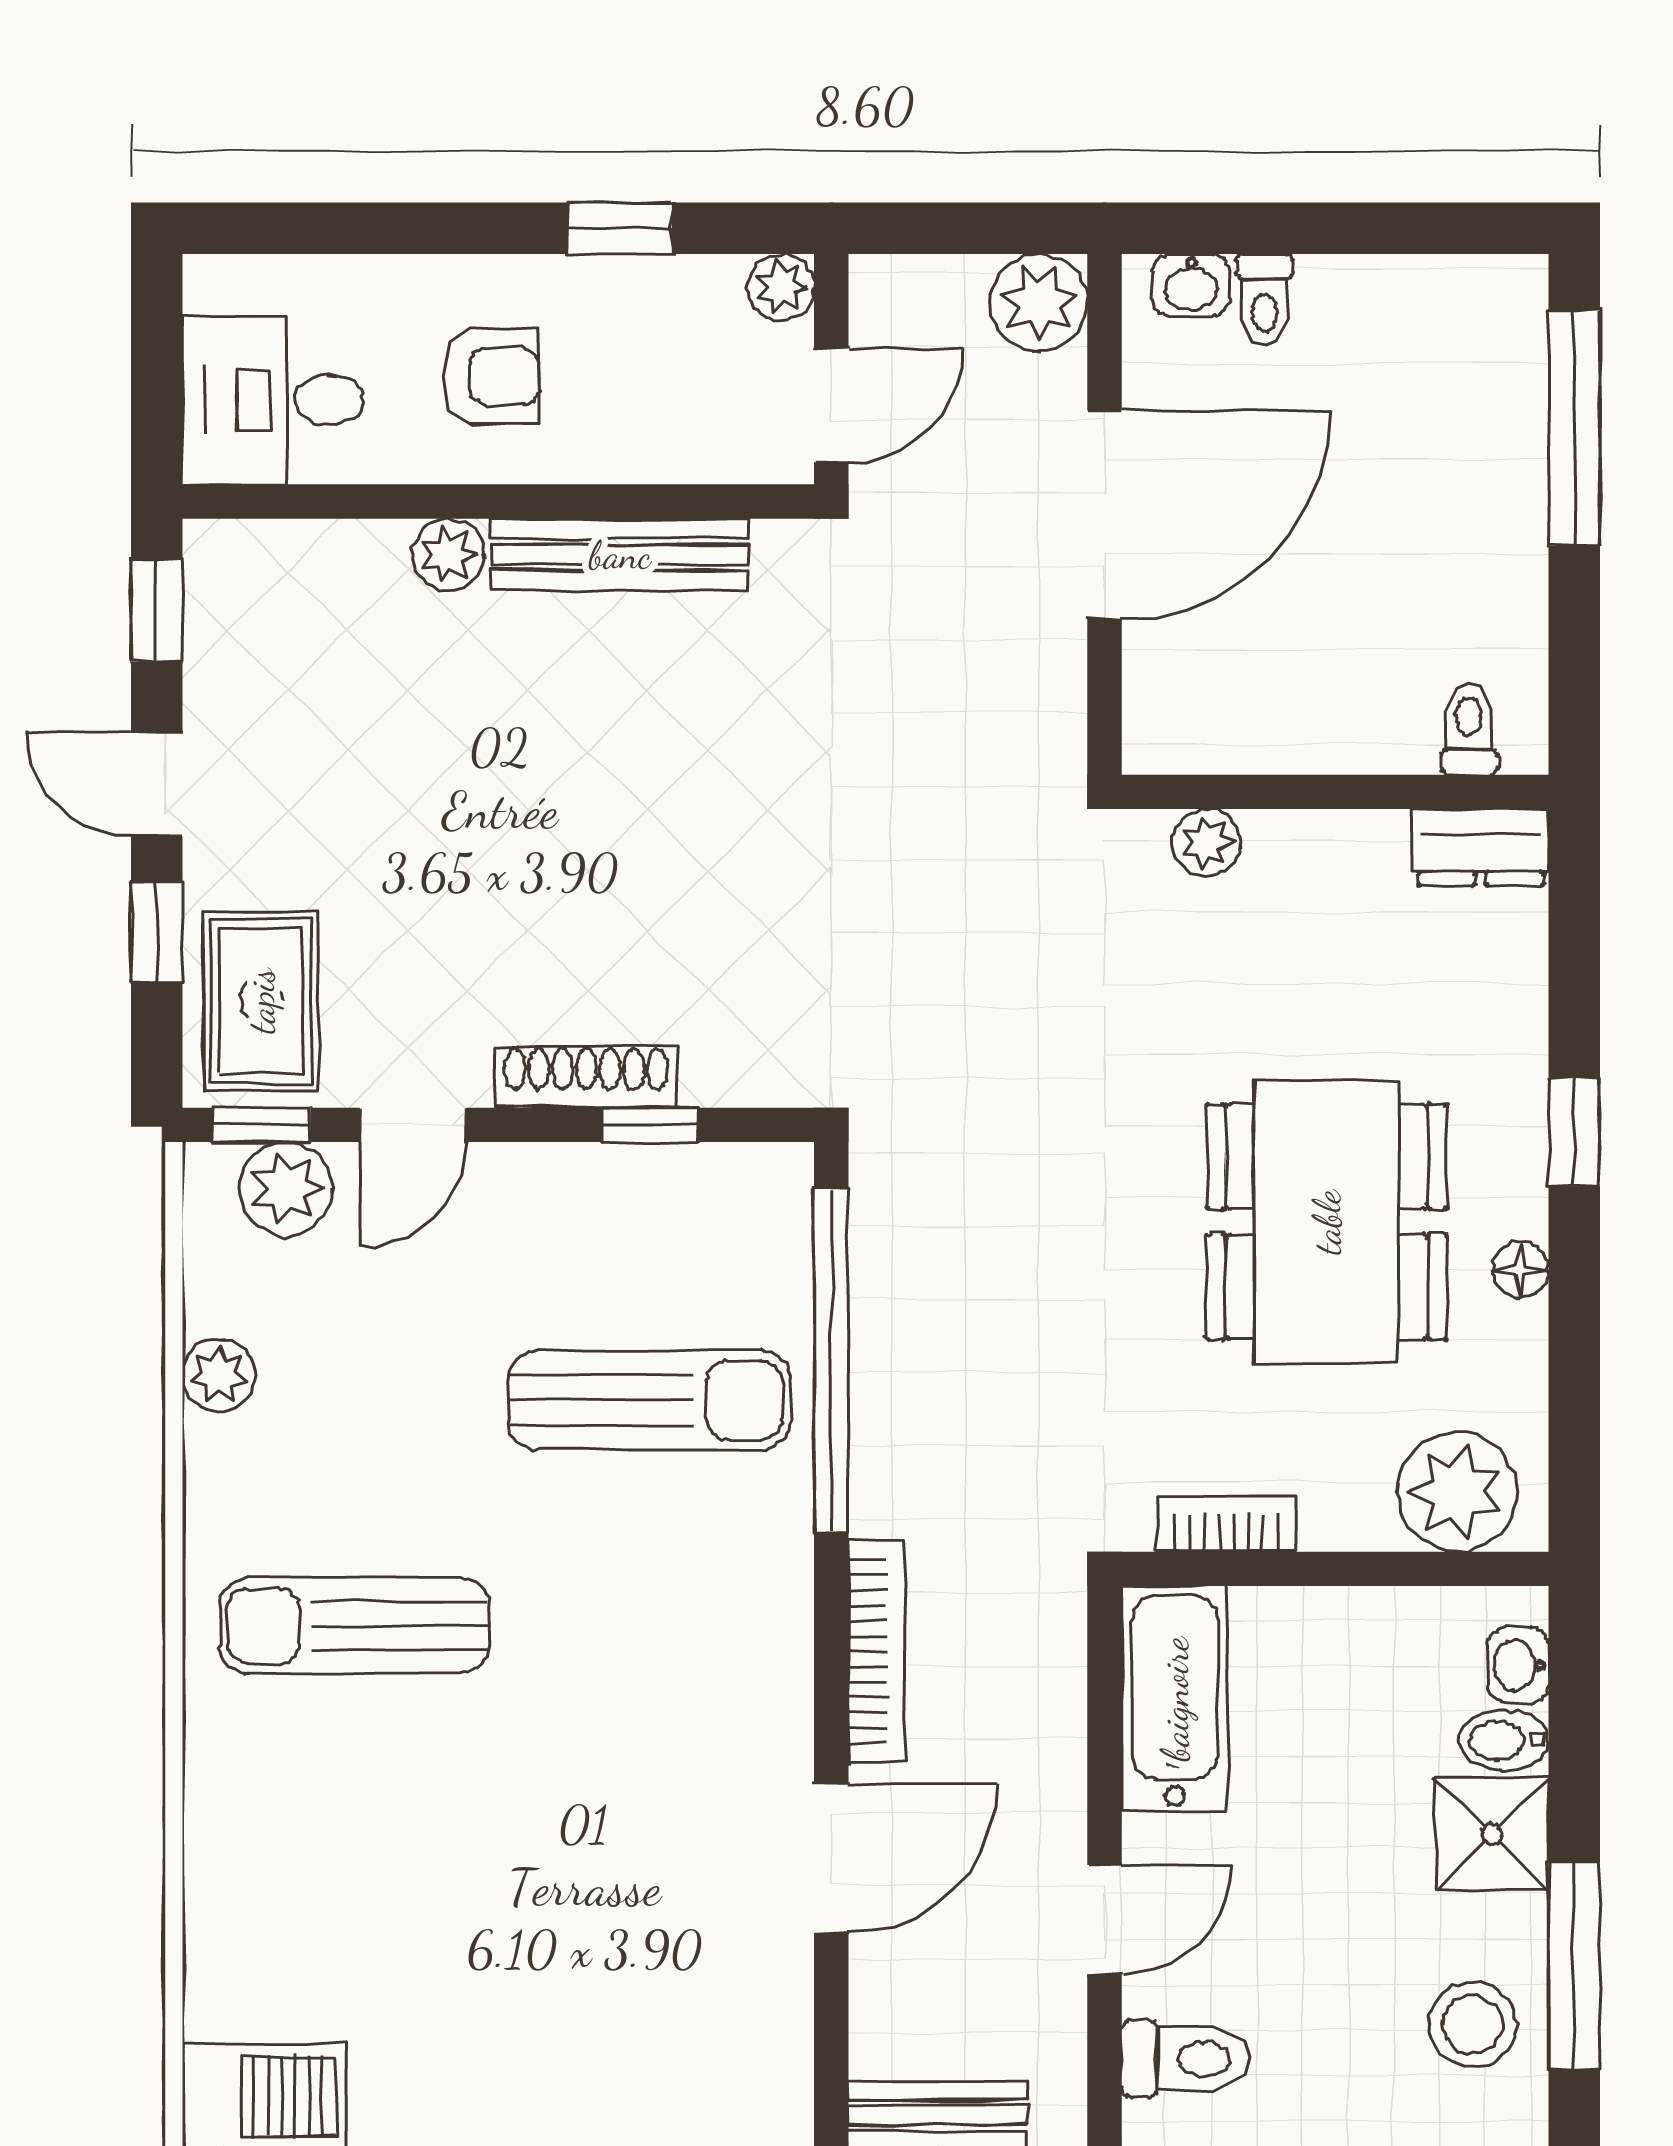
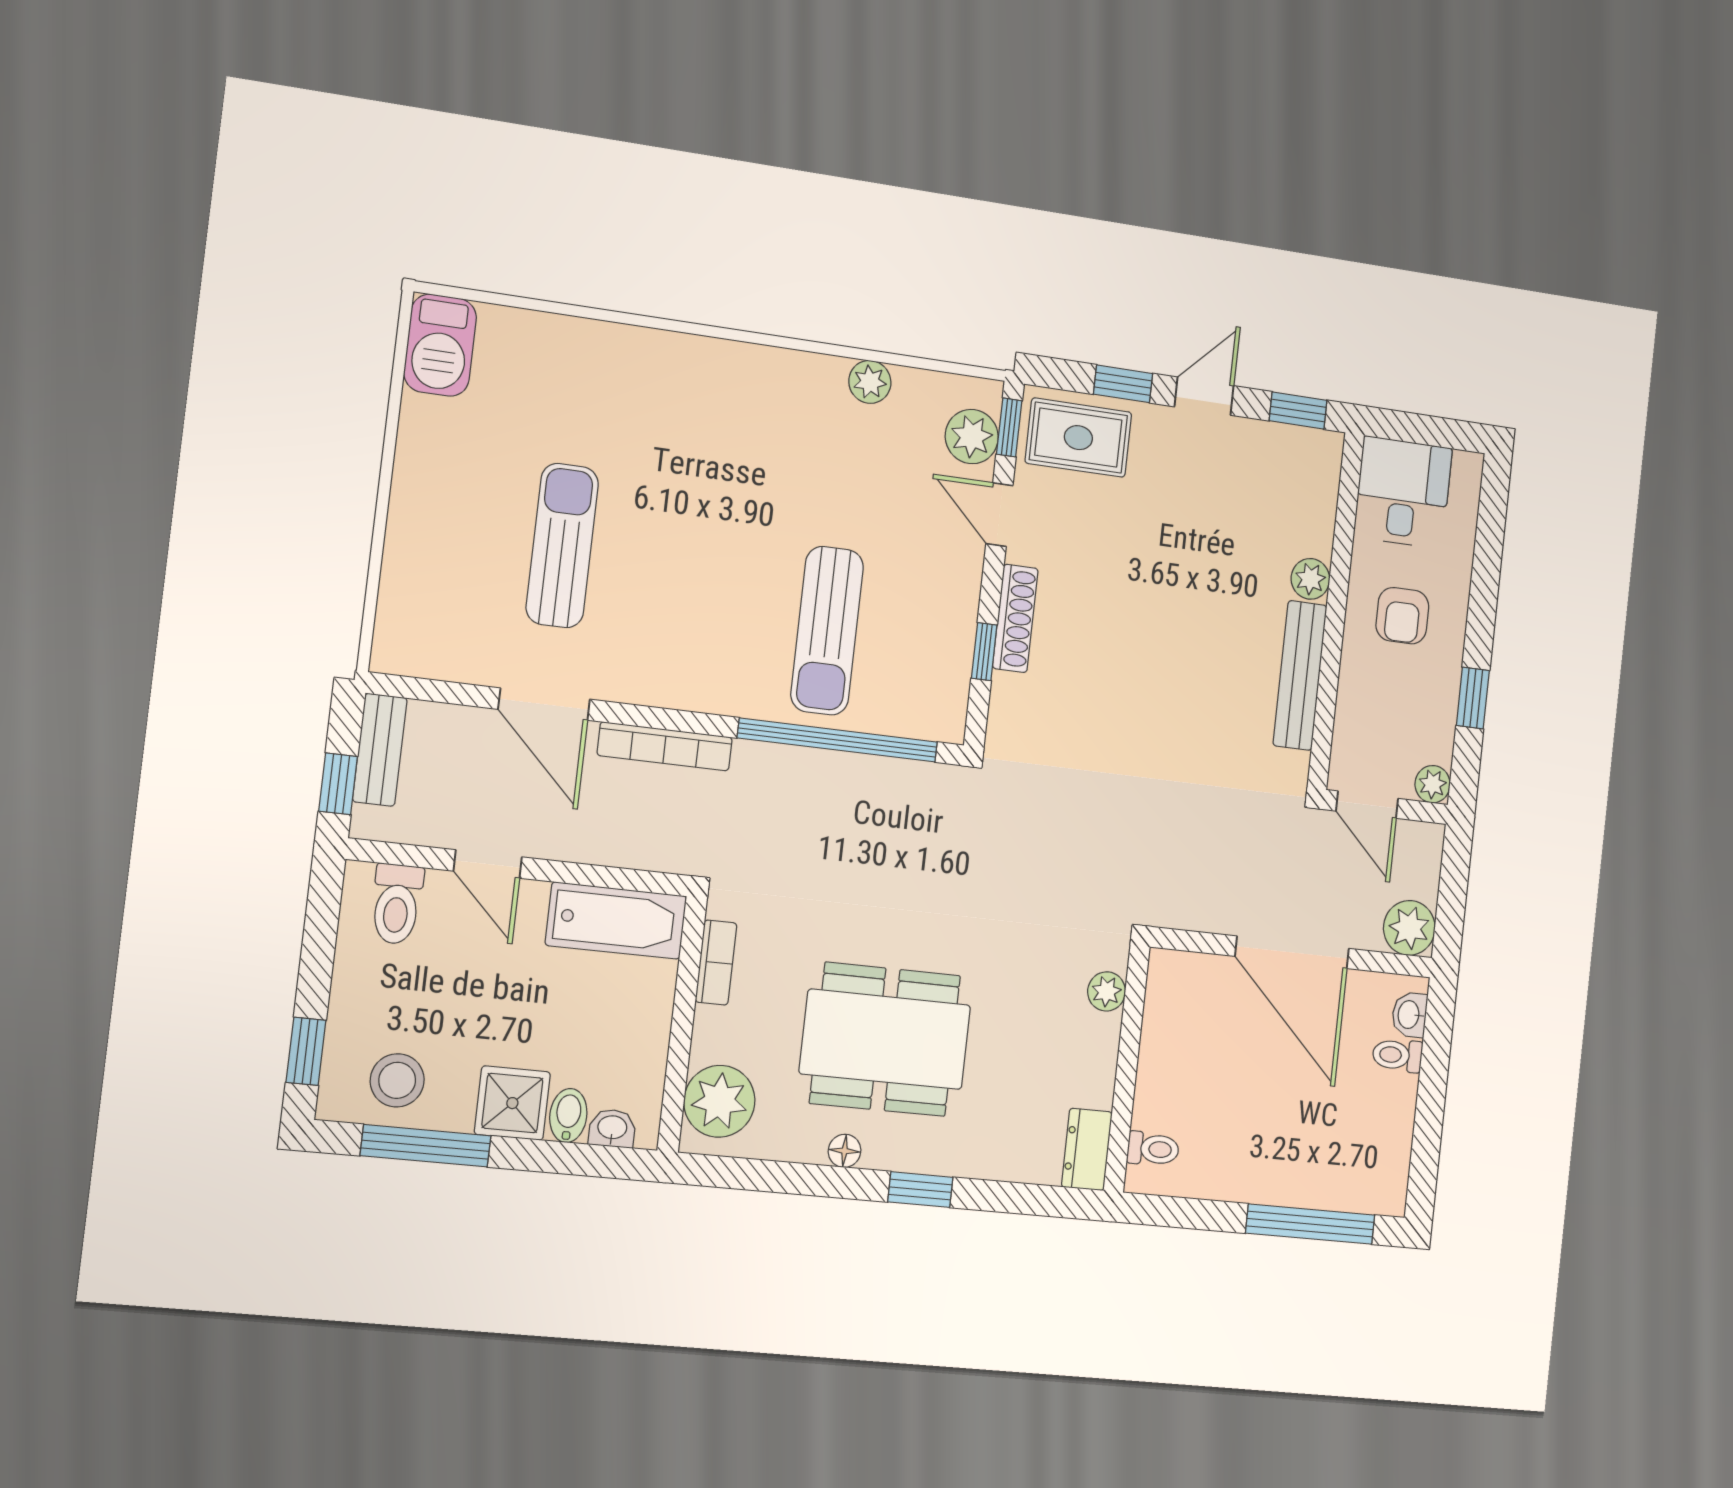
sun lounger: (354, 1626) -> (562, 546), moved

